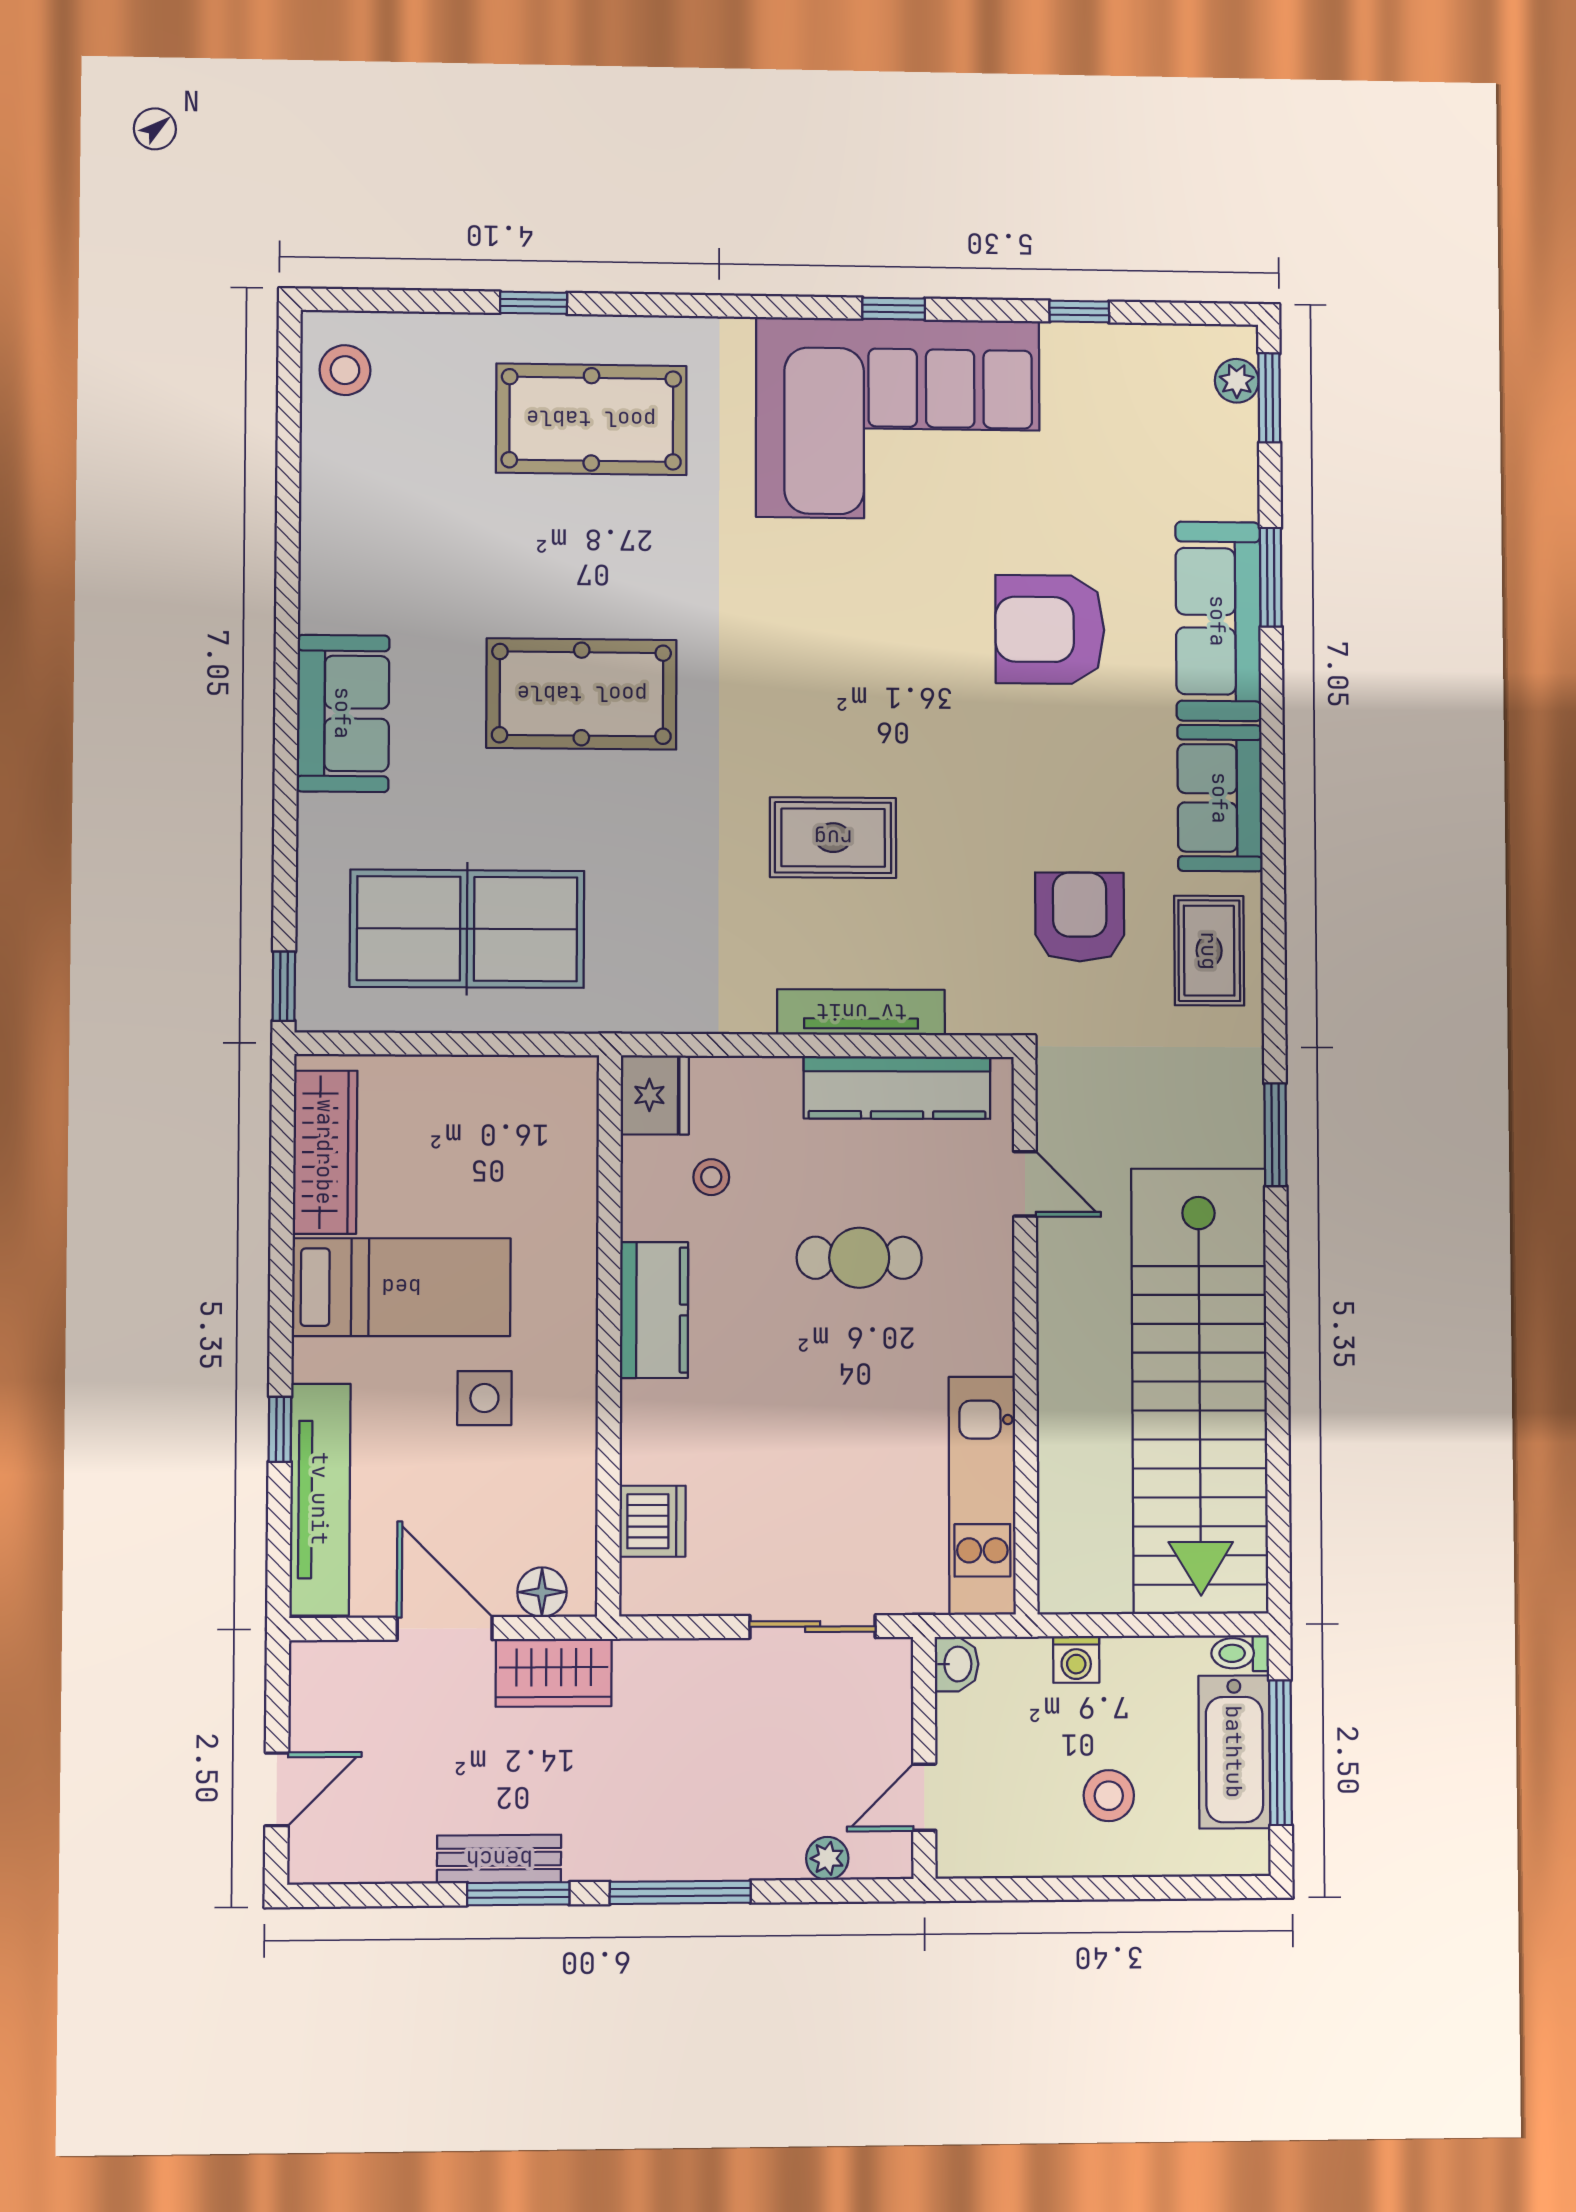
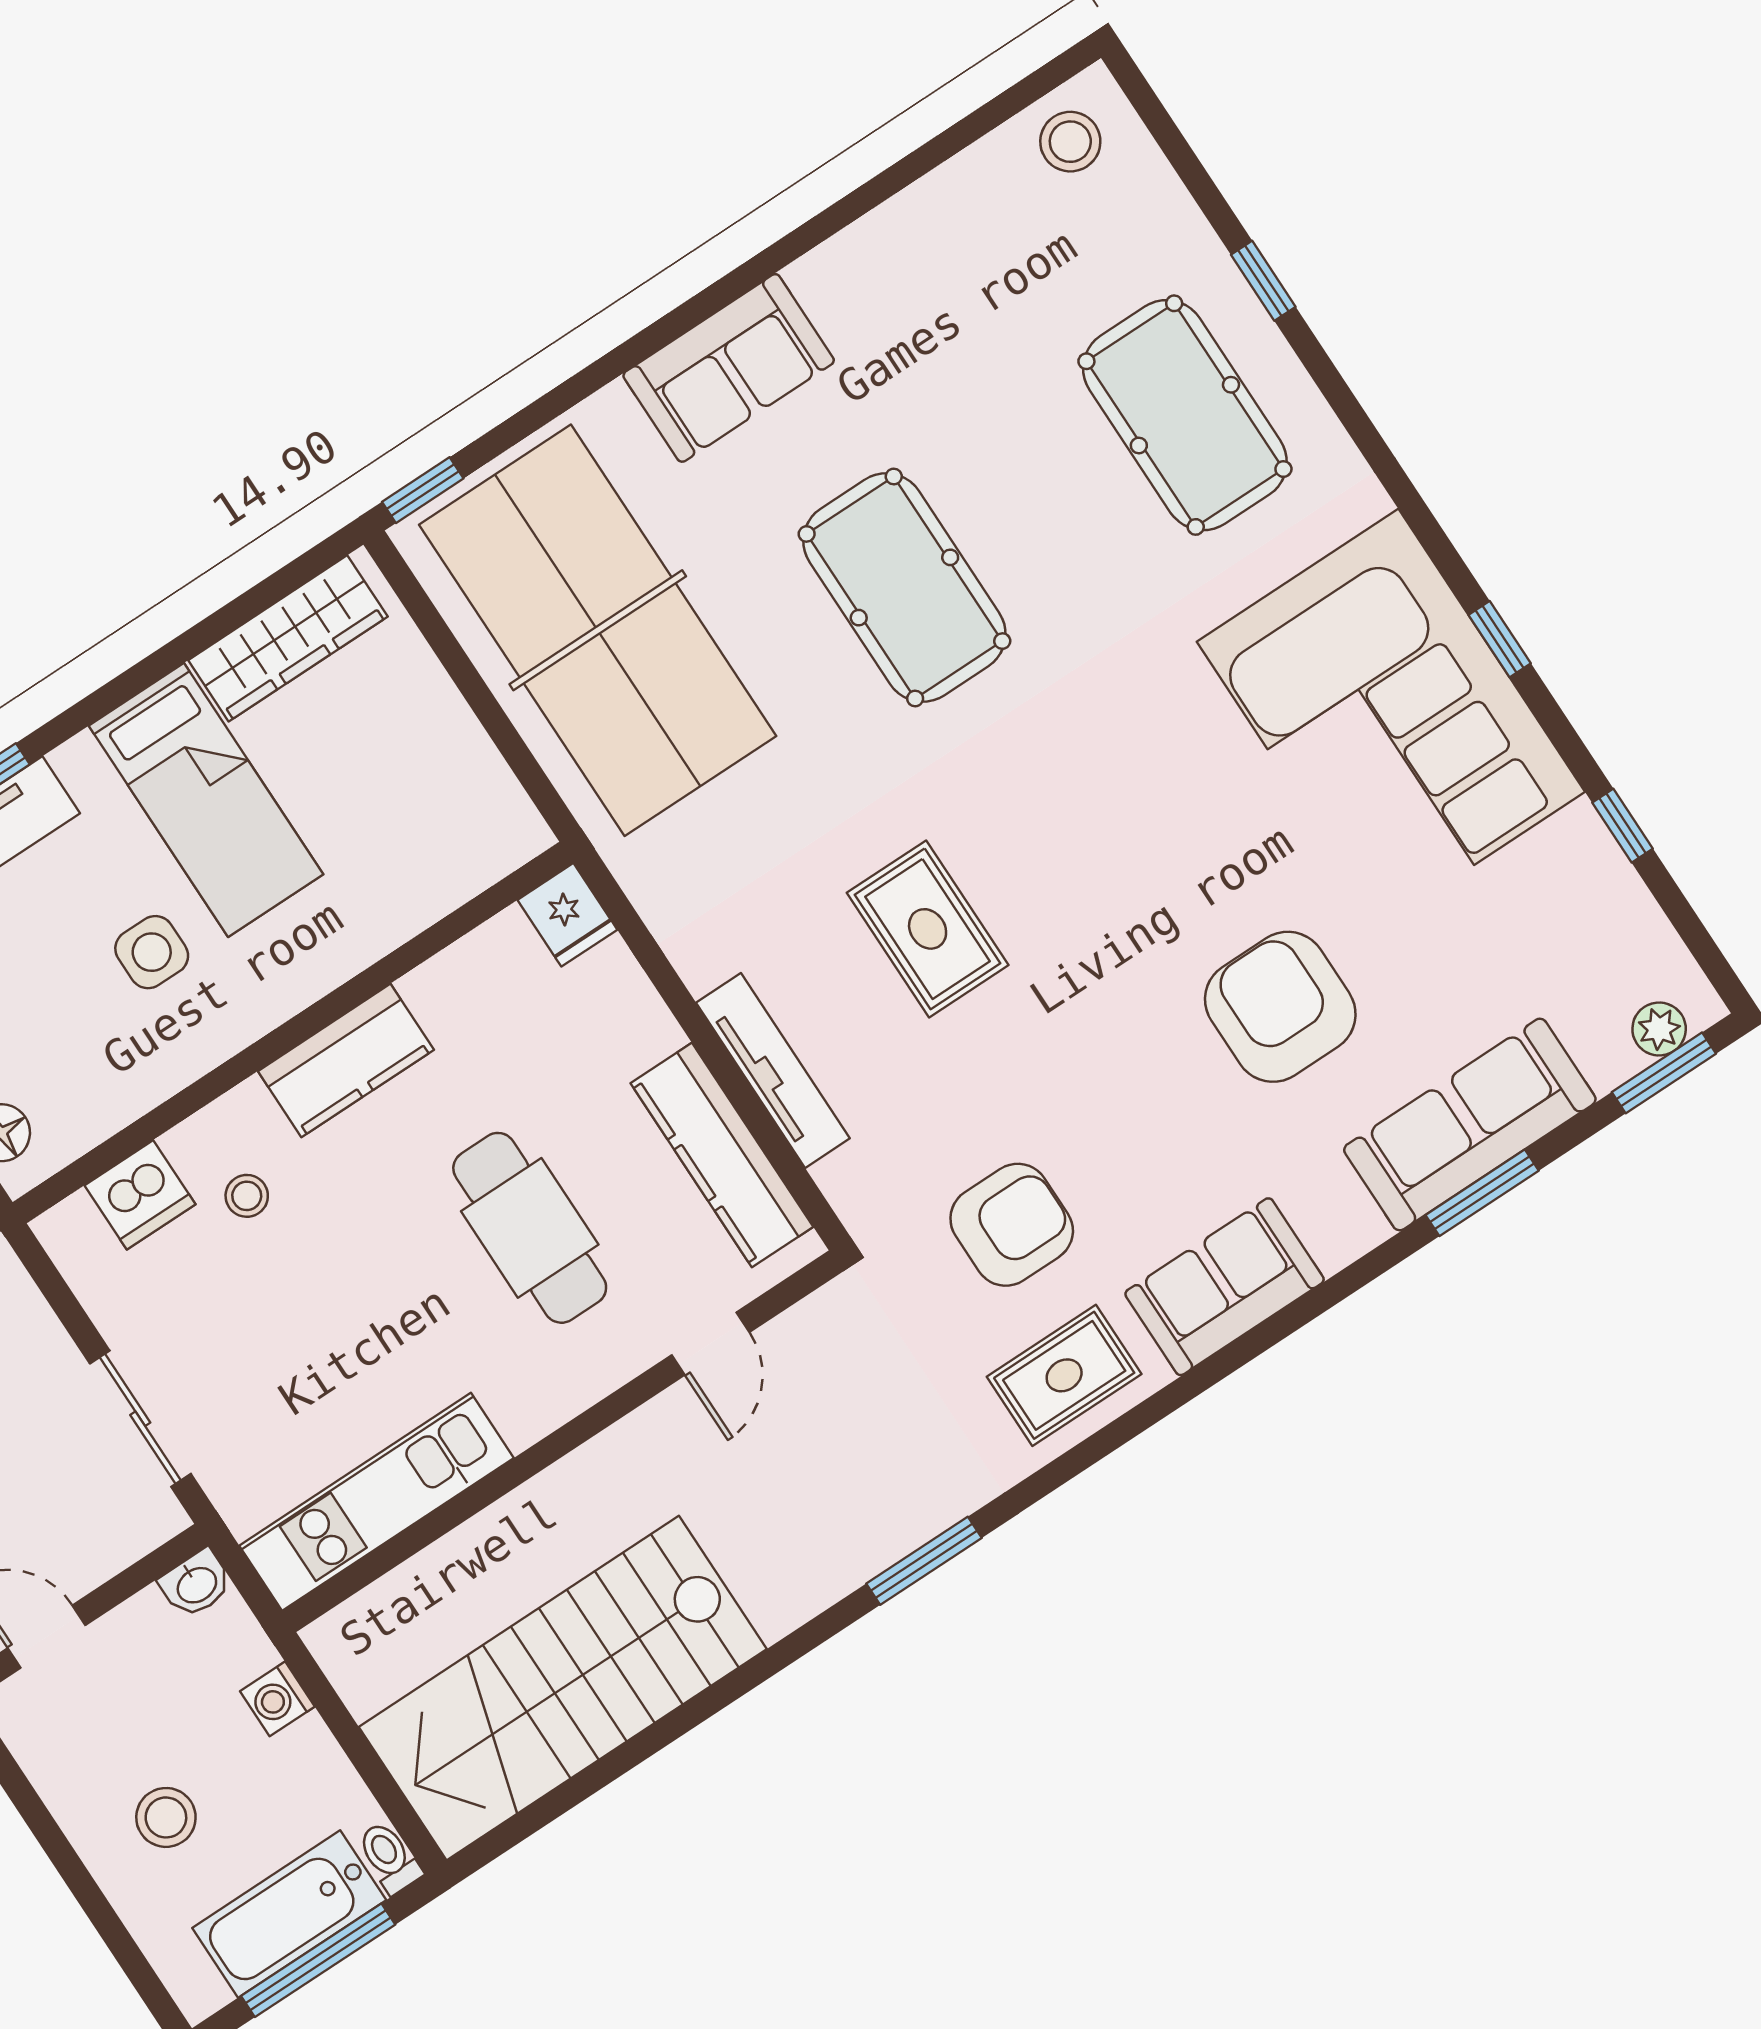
sofa: (1218, 621) -> (1470, 1125), moved
table tennis table: (467, 929) -> (598, 630), width x1.36, depth x1.32
fridge: (655, 1095) -> (567, 915), width x0.72
stool: (711, 1177) -> (247, 1196), moved
cafe table: (859, 1258) -> (530, 1228), width x1.37, depth x1.35
stairs: (1200, 1390) -> (563, 1688), width x0.73

